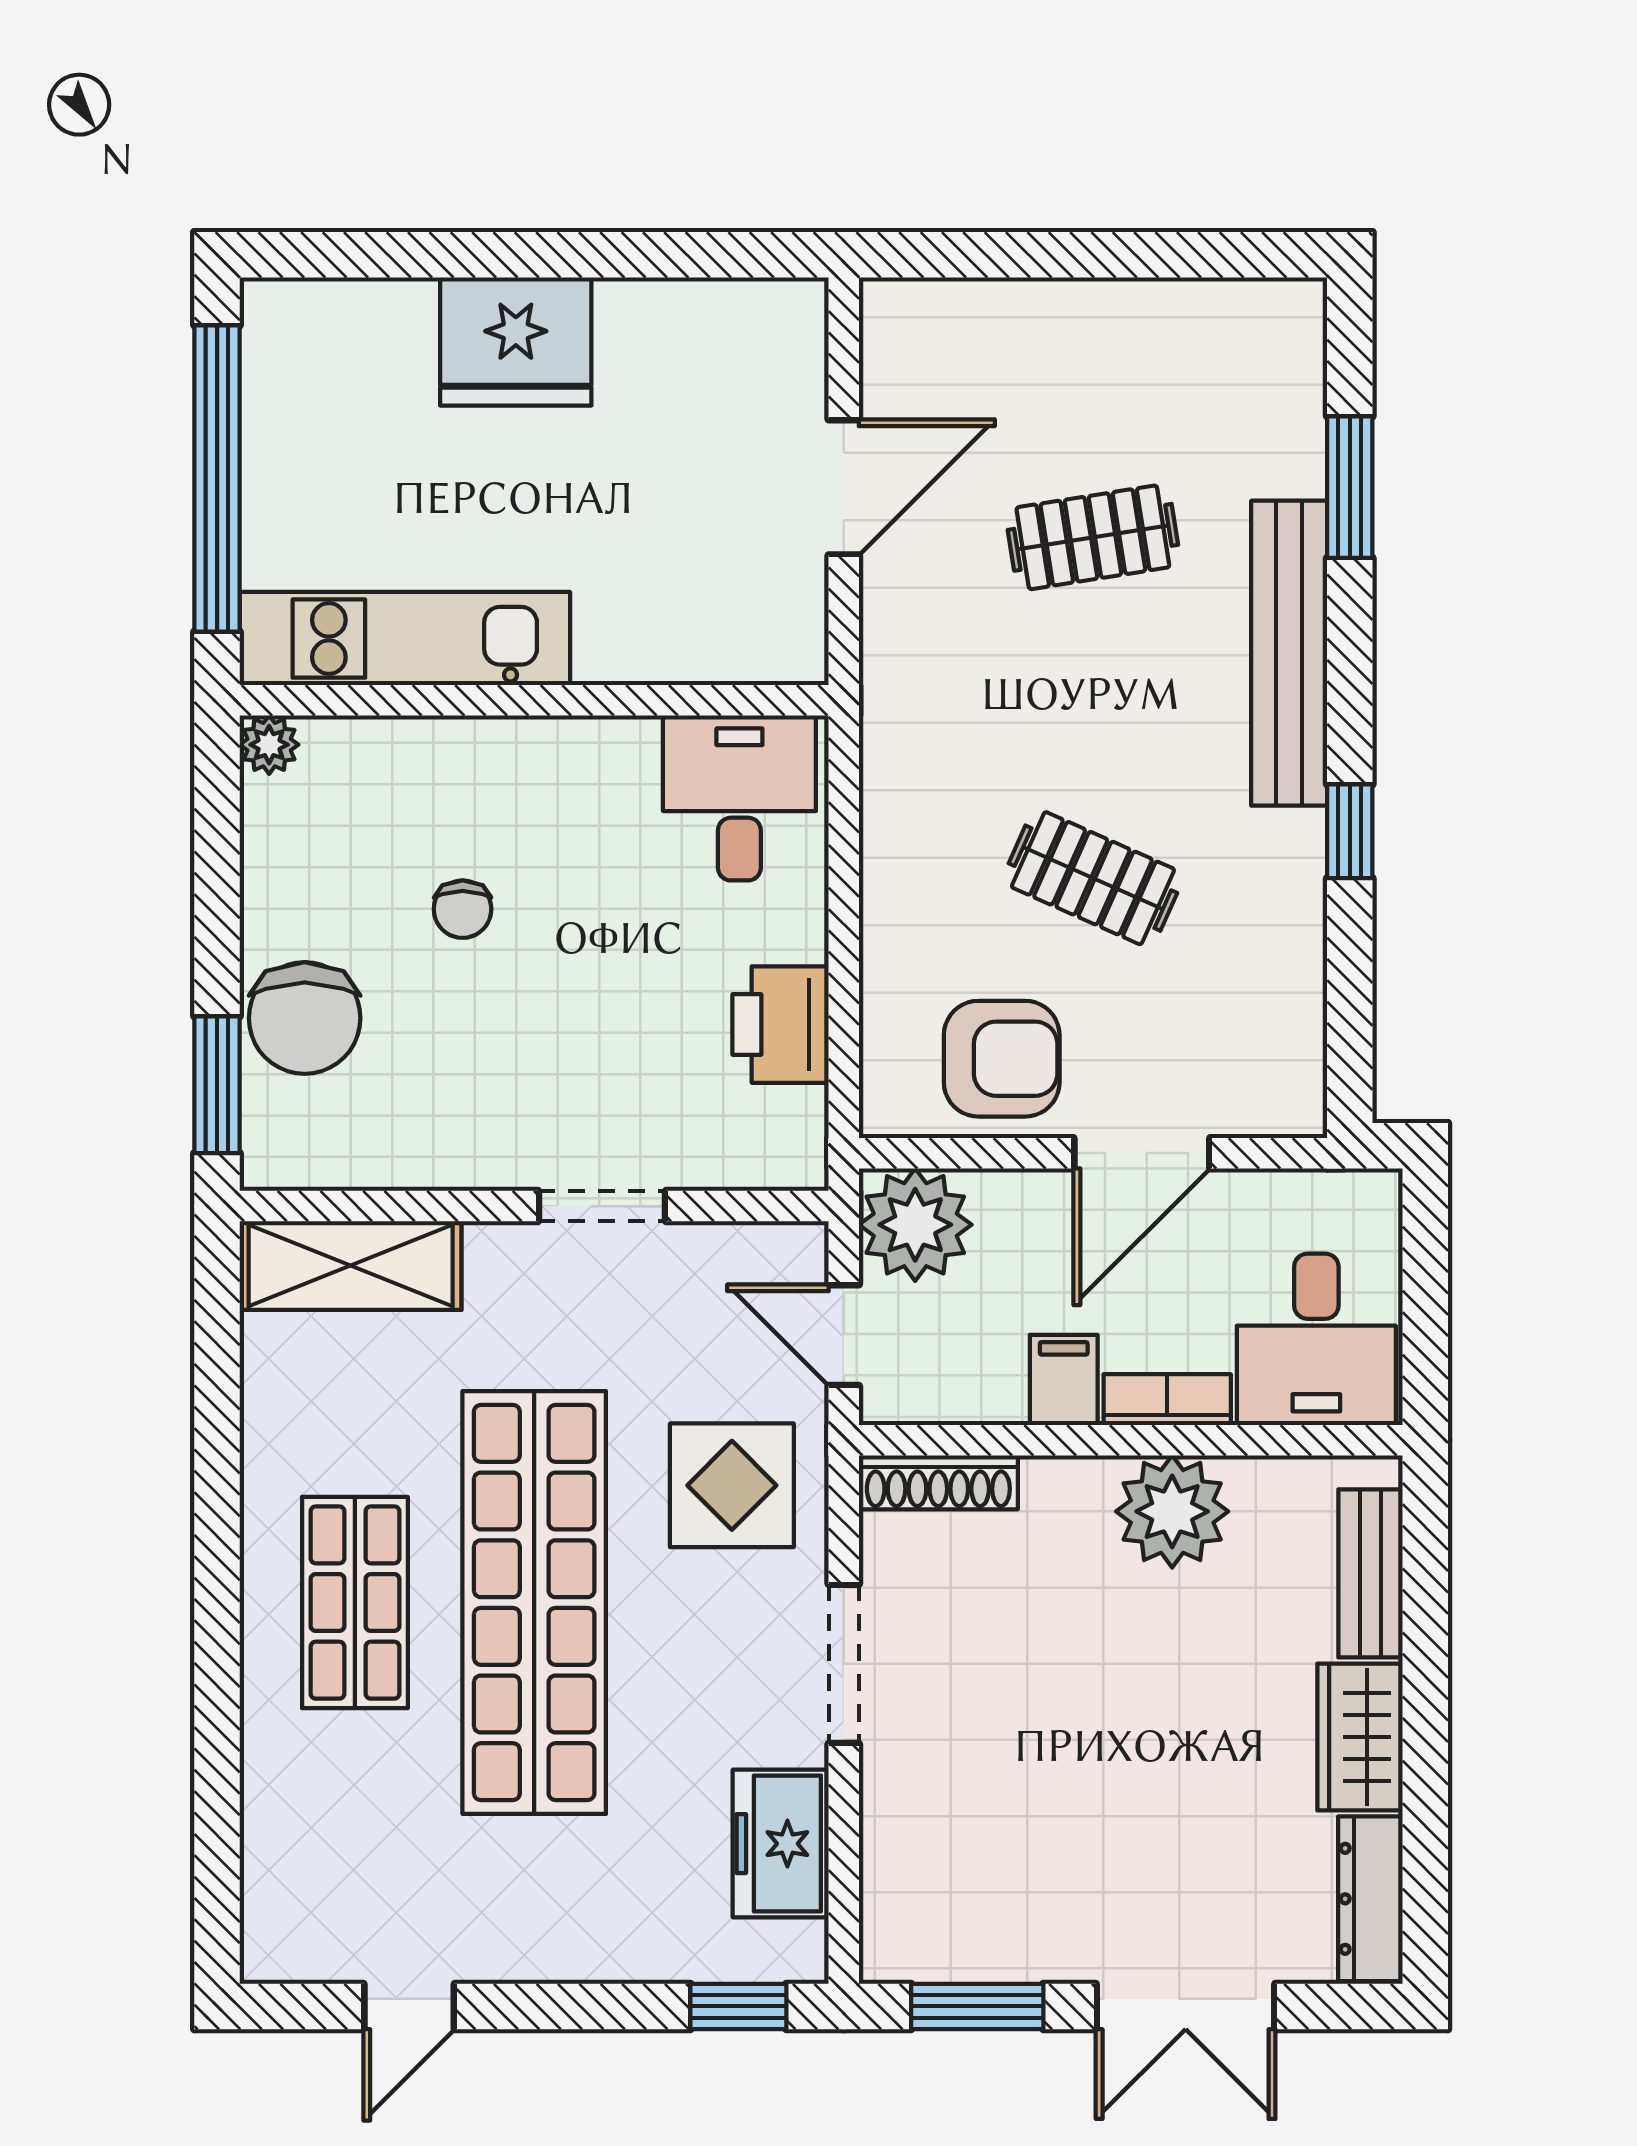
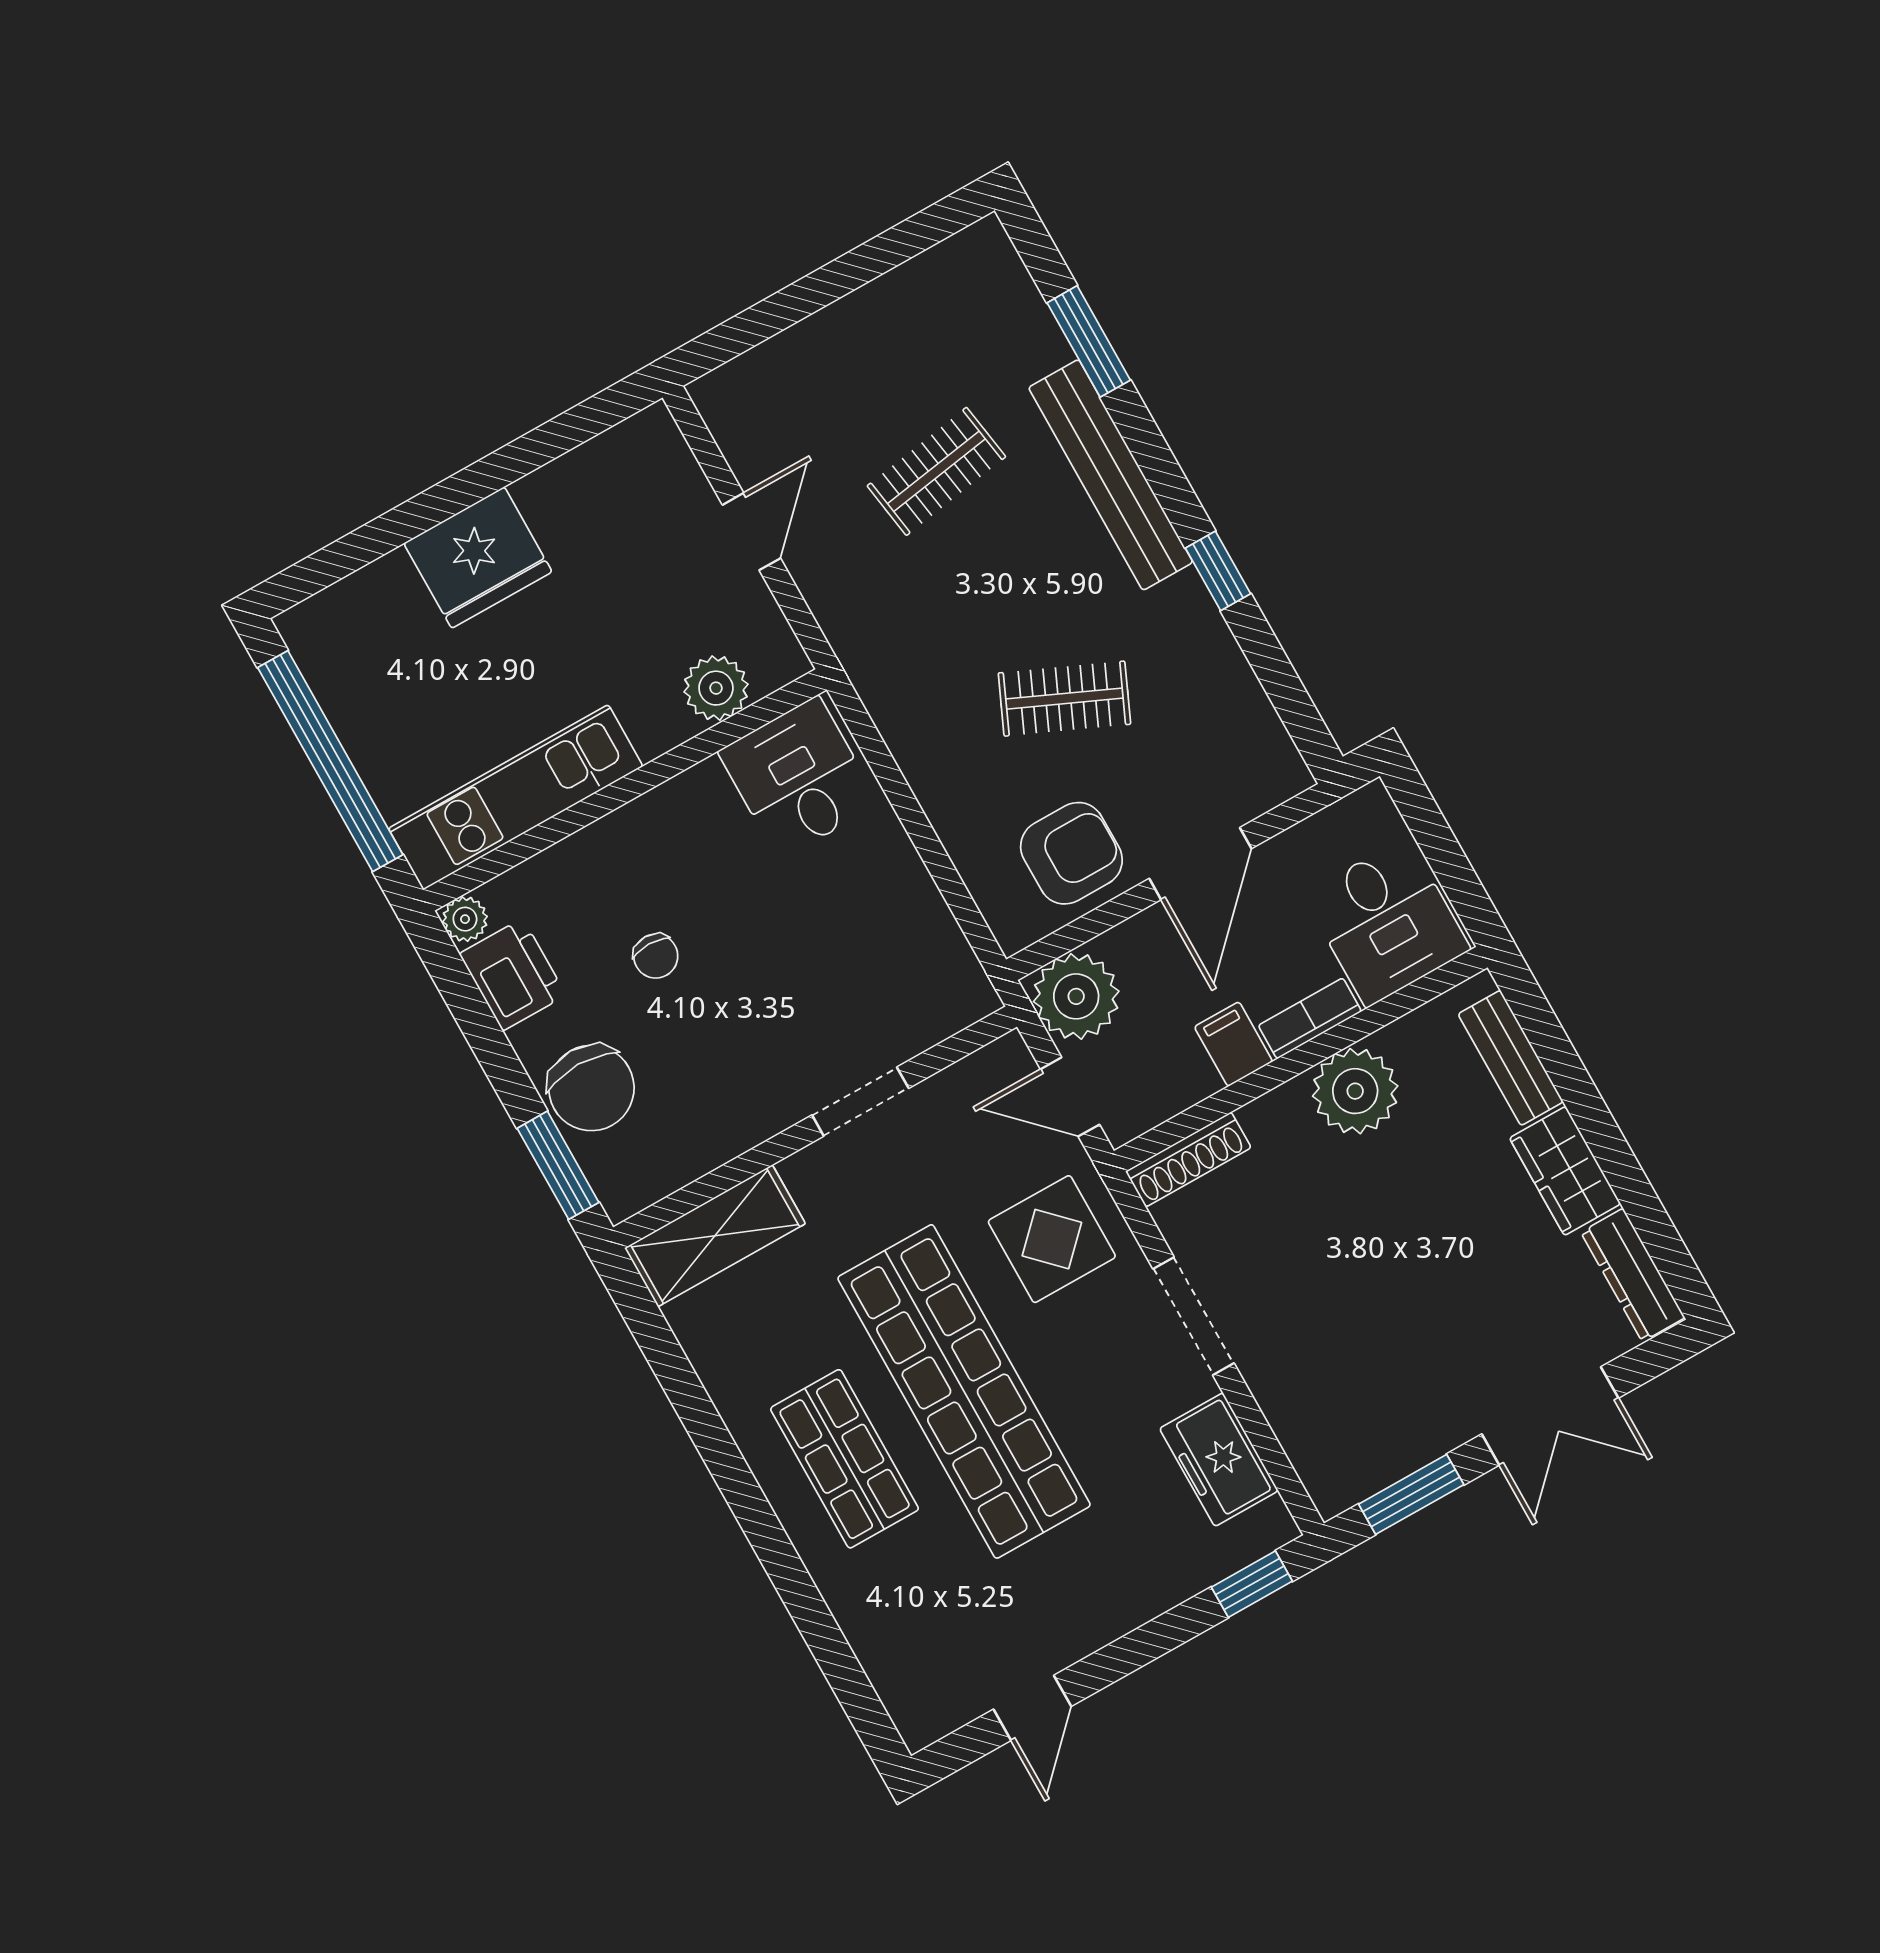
door: (844, 487) -> (751, 532), width x0.73
plant: (703, 643) -> (716, 688), added
printer: (781, 1025) -> (513, 974), moved, turned 180

